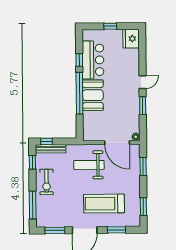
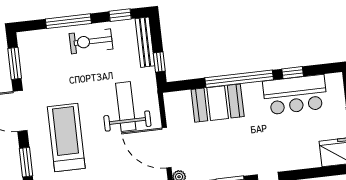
booth: (93, 95) -> (218, 103), moved
window: (47, 141) -> (159, 62), moved
door: (117, 142) -> (167, 148), hinge flipped
window: (33, 205) -> (68, 21), moved

